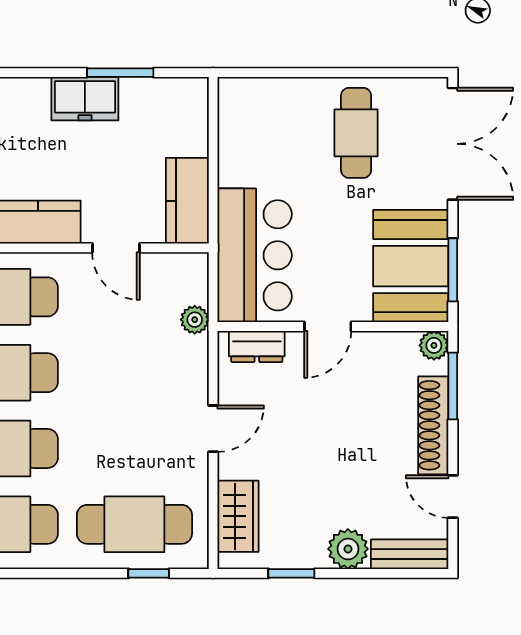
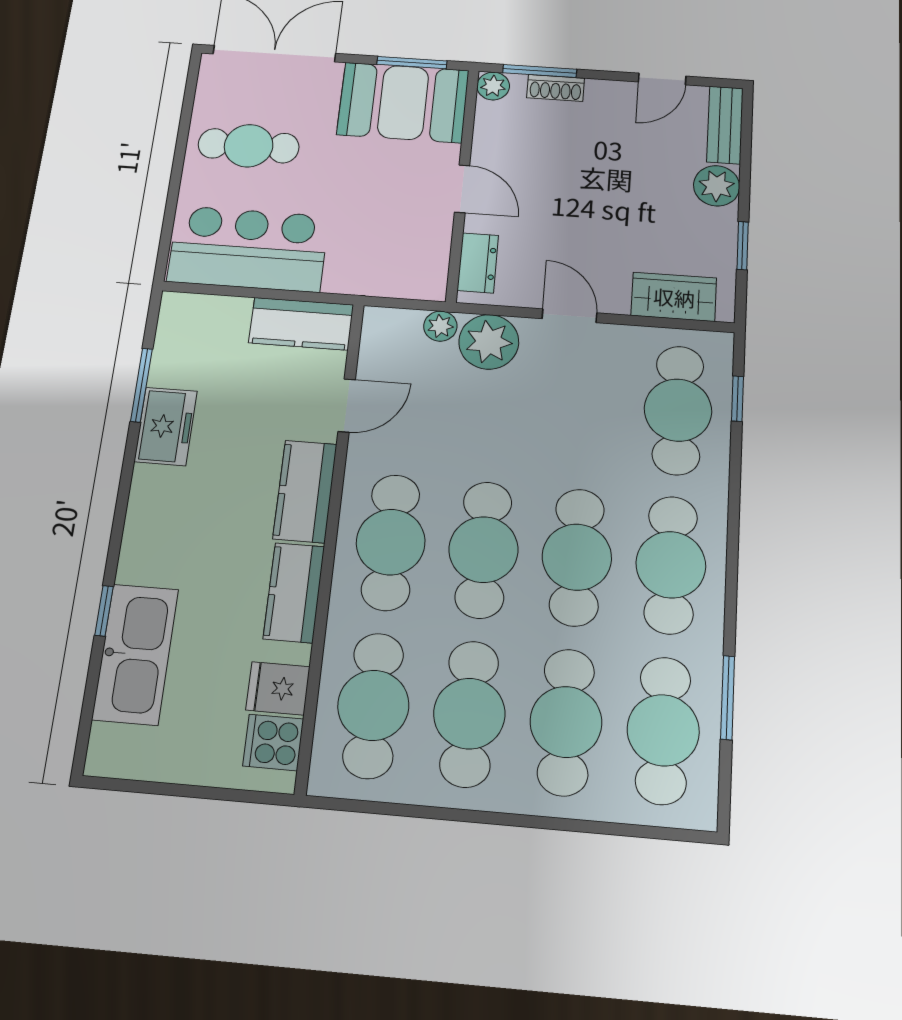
bar counter: (255, 255) -> (248, 249), moved
plant: (184, 362) -> (489, 342), added
shoe rack: (433, 425) -> (556, 88), width x0.51, depth x0.81

